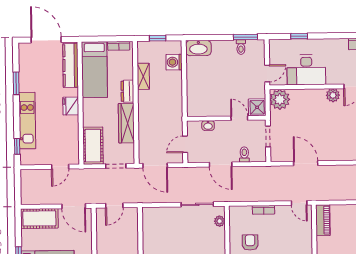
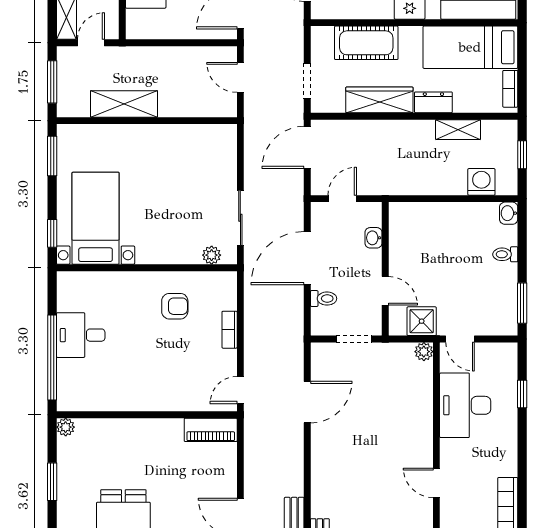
toilet: (241, 47) -> (505, 254), moved
washbasin: (198, 48) -> (509, 213), width x0.52, depth x0.69
plant: (333, 95) -> (422, 450), removed
plant: (280, 99) -> (424, 352), width x0.53, depth x0.53
shower: (257, 107) -> (422, 321), moved
door: (239, 118) -> (385, 291), hinge flipped
door: (185, 144) -> (342, 199), hinge flipped
cot: (93, 146) -> (366, 43), moved
door: (221, 165) -> (307, 258), width x1.36

